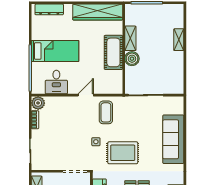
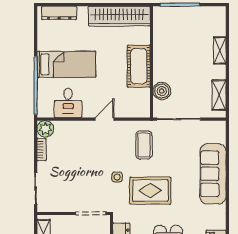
shelving: (130, 38) -> (219, 95), moved
boiler: (132, 59) -> (162, 91), moved
coffee table: (106, 112) -> (144, 145), moved

